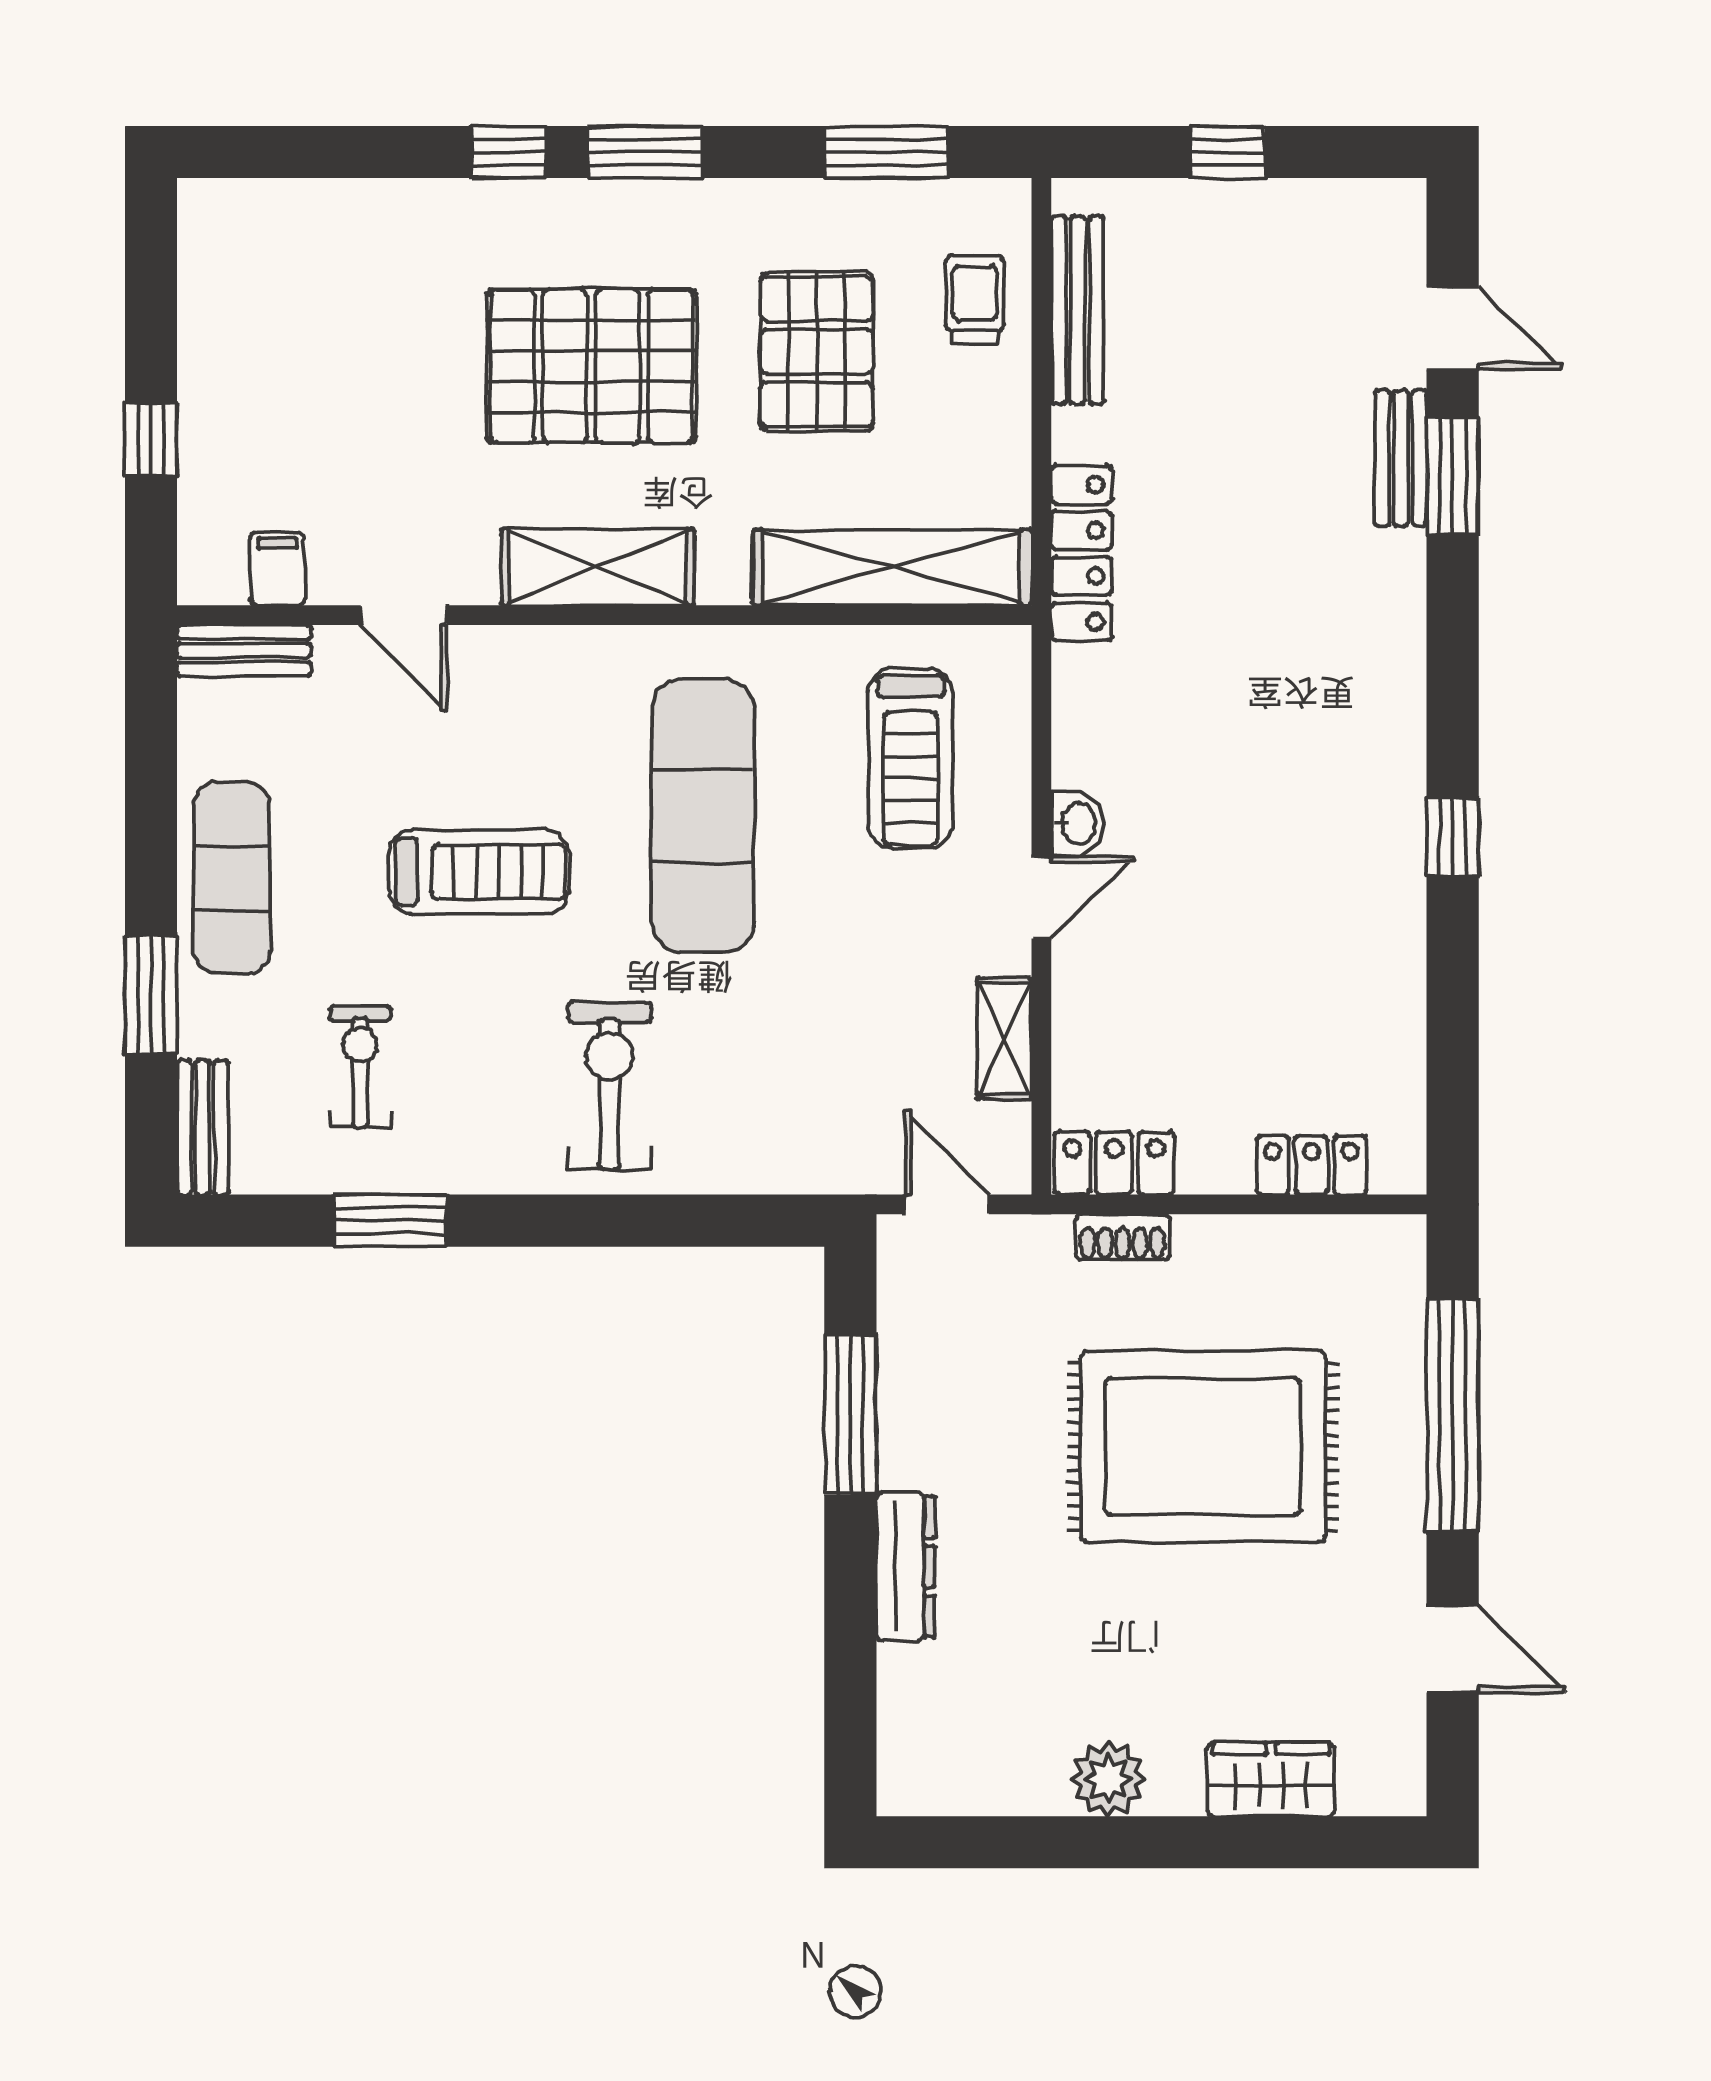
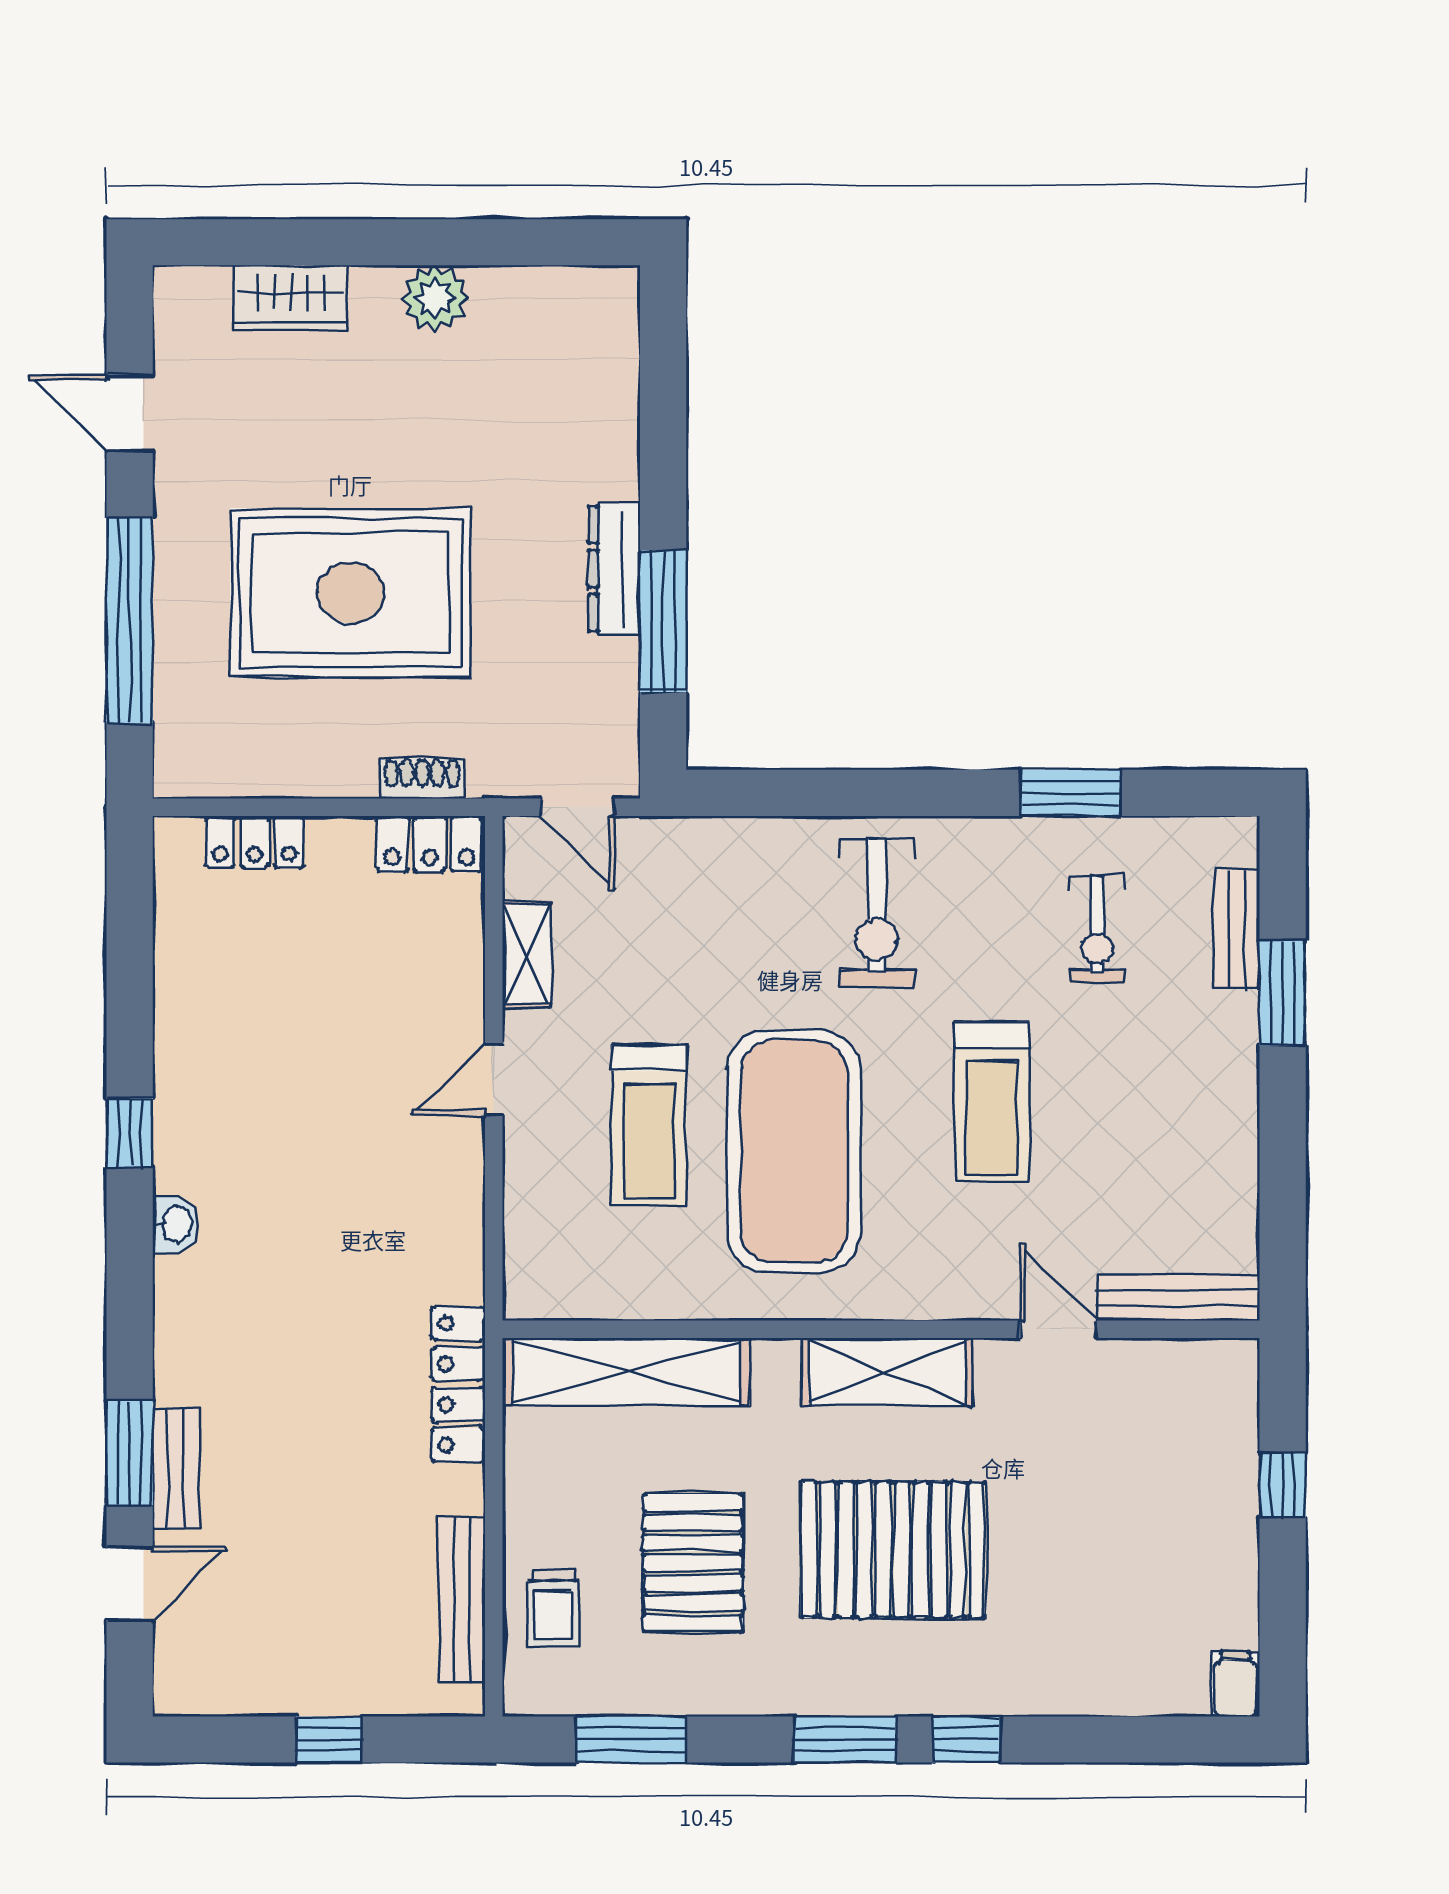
door: (1453, 328) -> (130, 1584), swing flipped
filing cabinet: (277, 569) -> (1235, 1684), moved, turned 180
bench: (244, 650) -> (1178, 1298), width x1.36
treadmill: (911, 758) -> (649, 1125), moved, turned 180
exercise mat: (703, 816) -> (794, 1151), width x1.47
washbasin: (1077, 823) -> (176, 1224), moved, turned 180
treadmill: (479, 872) -> (992, 1102), turned -90
exercise mat: (232, 878) -> (1211, 1097), removed
bench: (203, 1127) -> (1237, 929), moved
dresser: (905, 1567) -> (614, 569), moved

